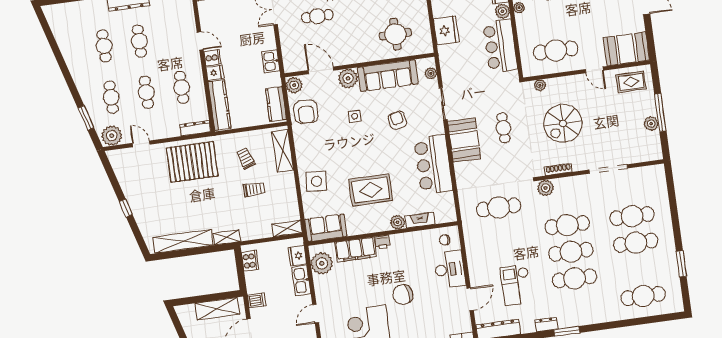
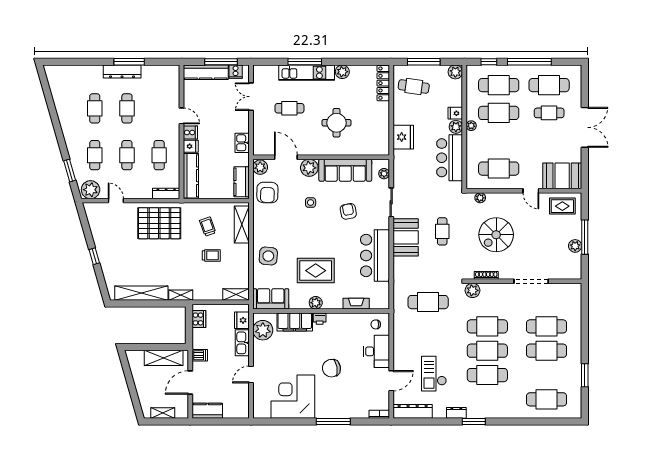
round table: (395, 34) -> (337, 123), moved
plant: (398, 222) -> (316, 303), moved

